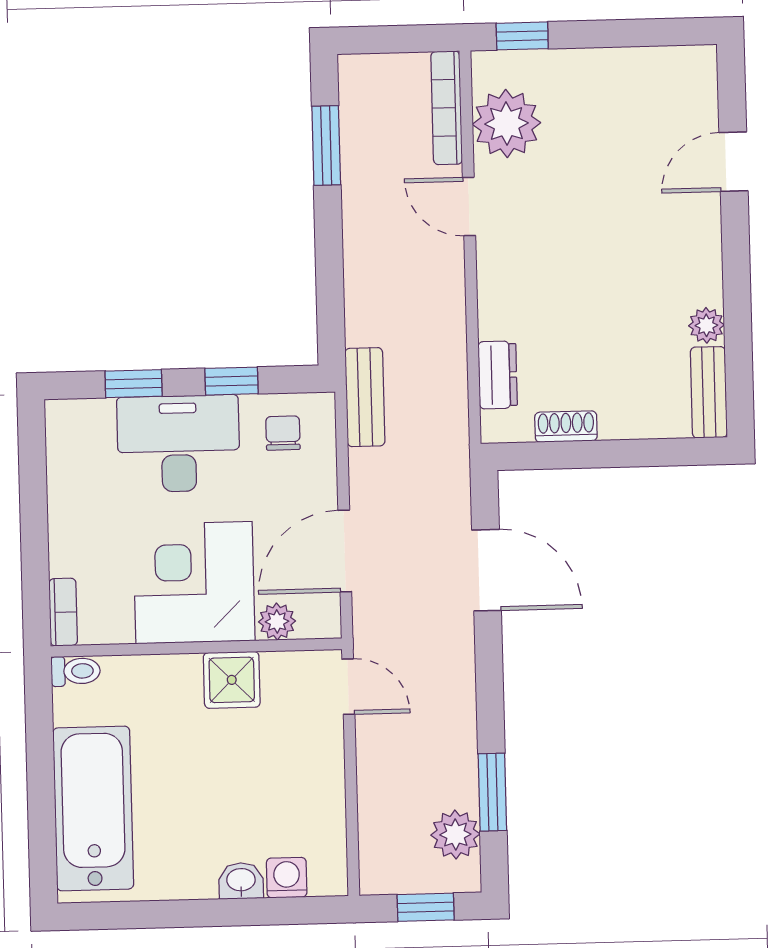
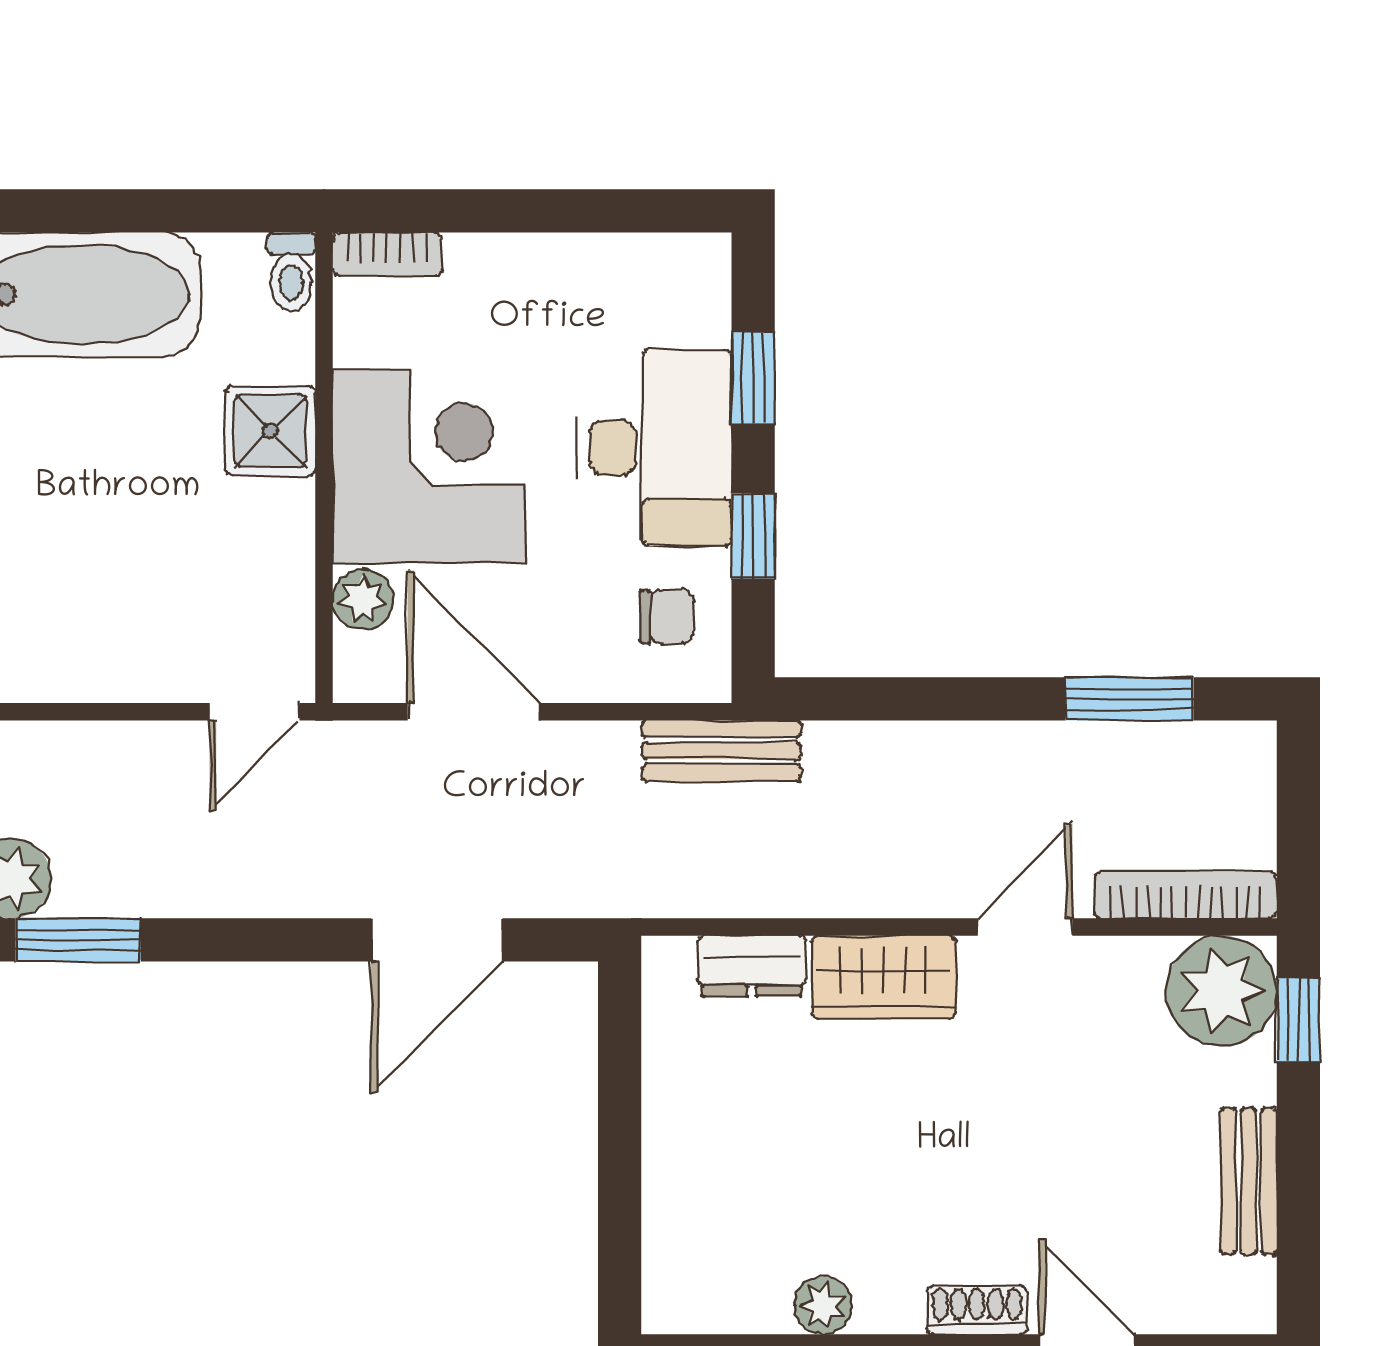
plant: (506, 123) -> (1221, 991), moved
wardrobe: (502, 293) -> (884, 977), added
bench: (709, 392) -> (1249, 1181), moved, turned 90
shoe rack: (566, 427) -> (977, 1310), moved, turned -90
shower: (232, 680) -> (270, 431), moved

